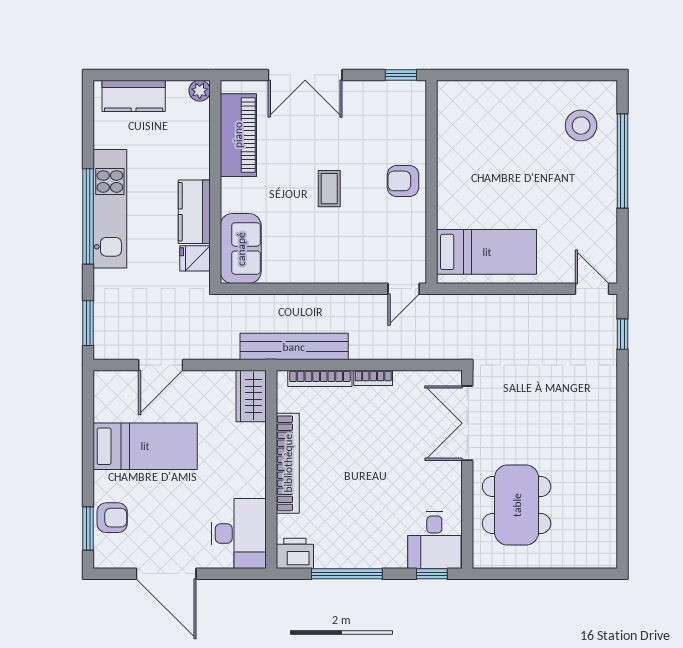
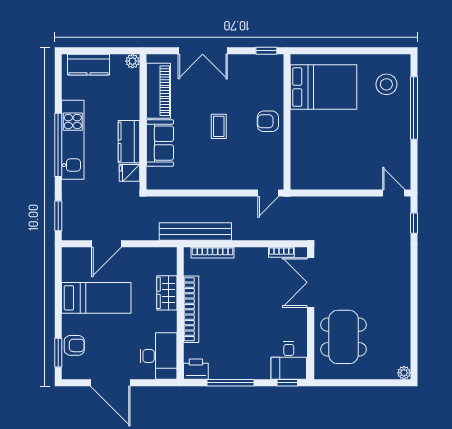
sofa: (241, 249) -> (160, 143), moved
bed: (487, 252) -> (323, 87), moved, width x1.50
bookcase: (373, 378) -> (281, 252), moved
wardrobe: (251, 396) -> (167, 293), moved
plant: (607, 559) -> (404, 373), added

